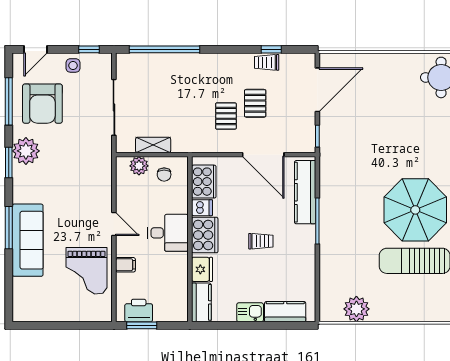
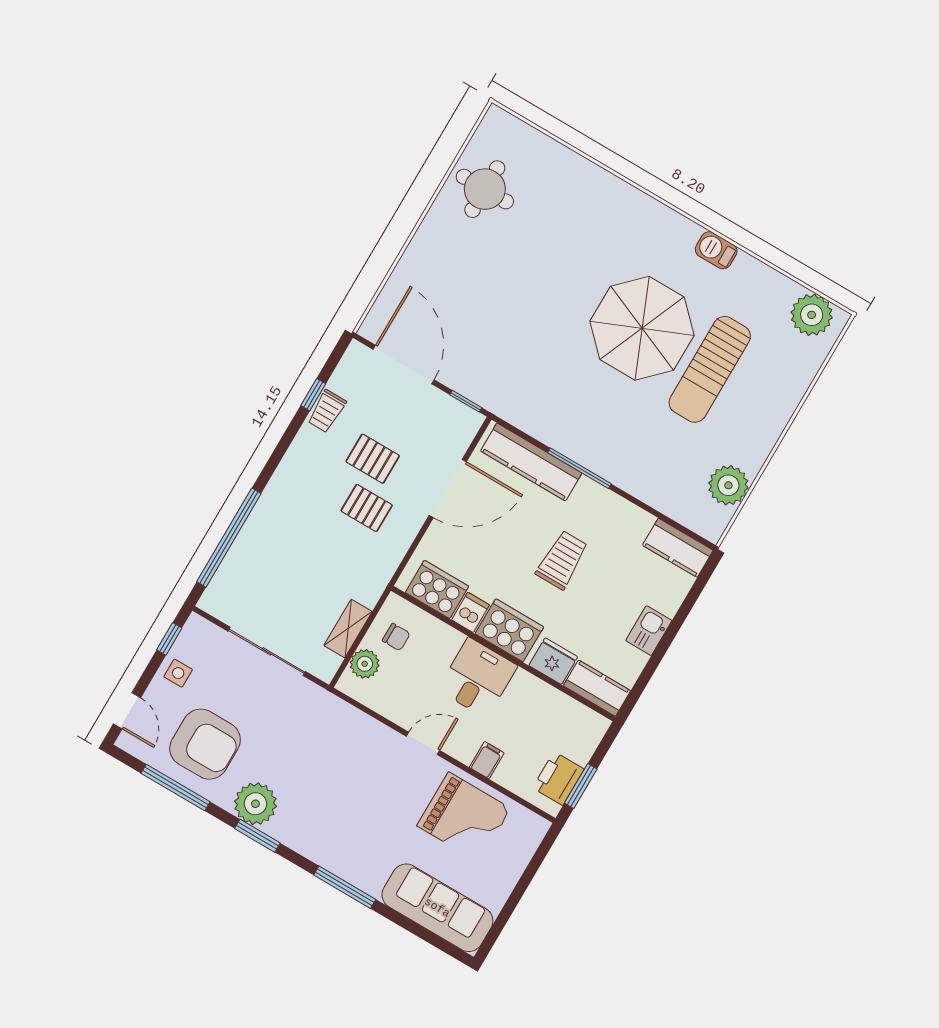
sofa: (28, 240) -> (437, 908), moved
trolley: (261, 241) -> (562, 560), width x1.36, depth x1.39
kitchen counter: (285, 312) -> (678, 548), moved, turned -90

